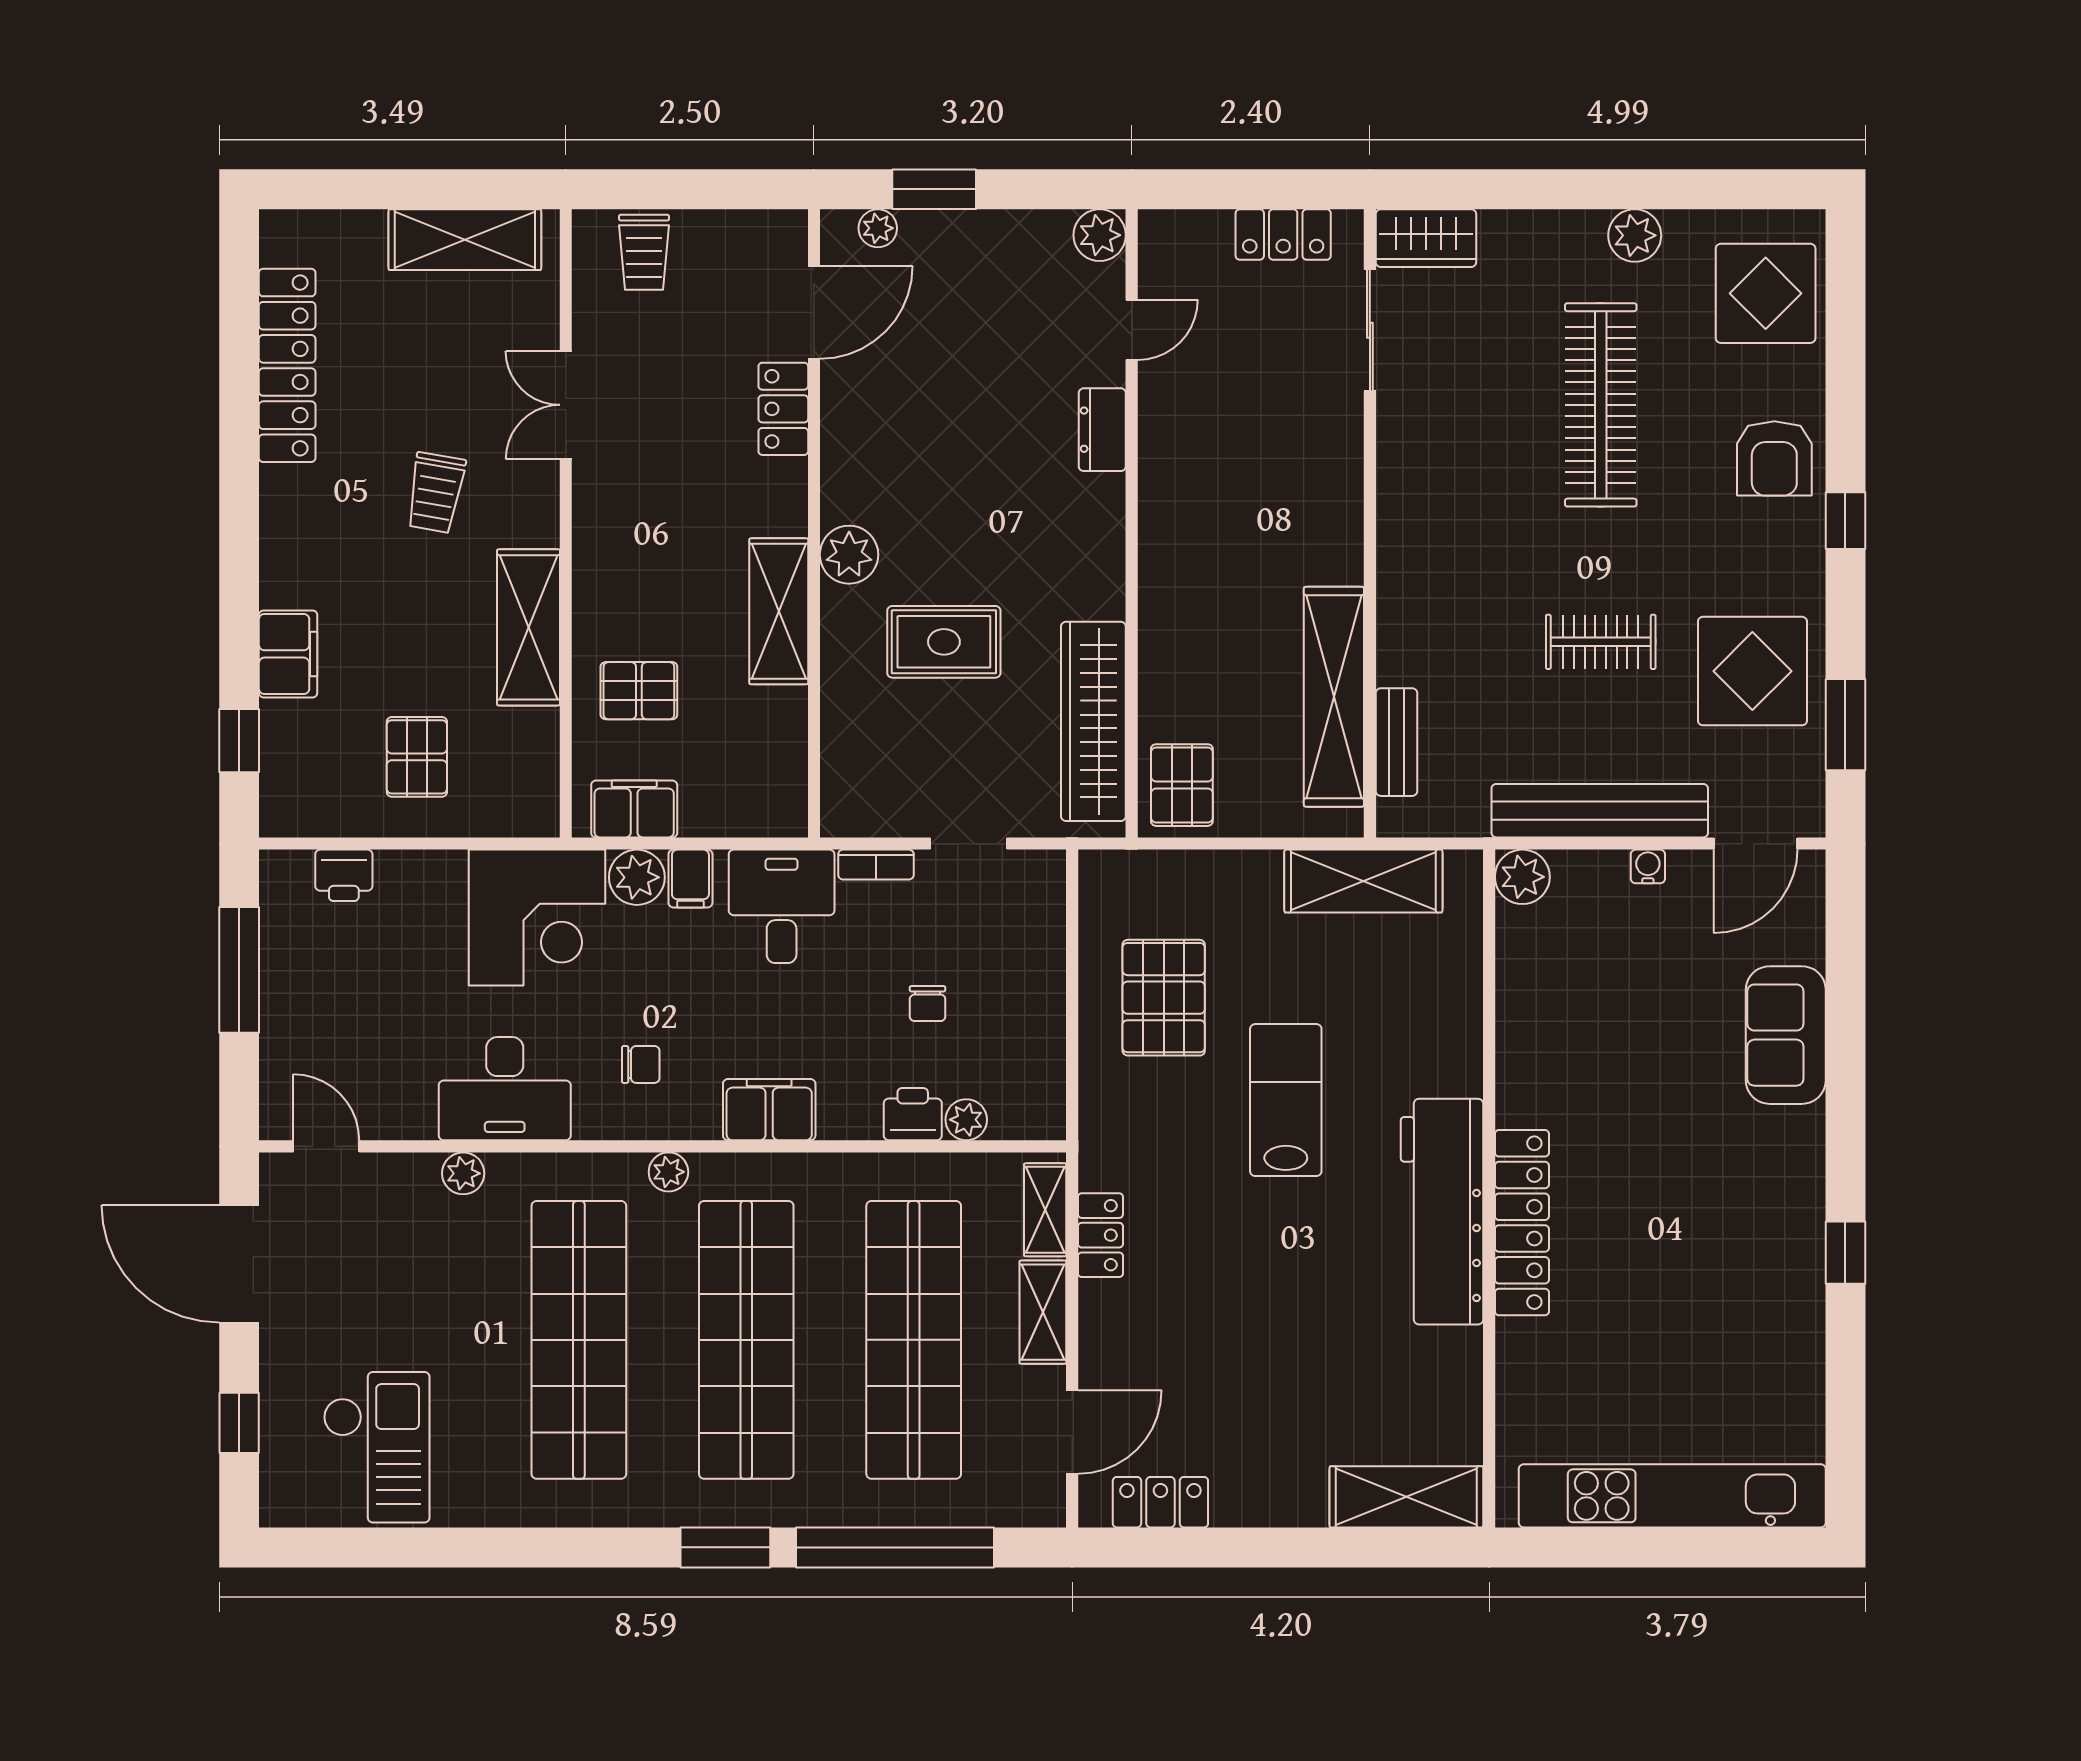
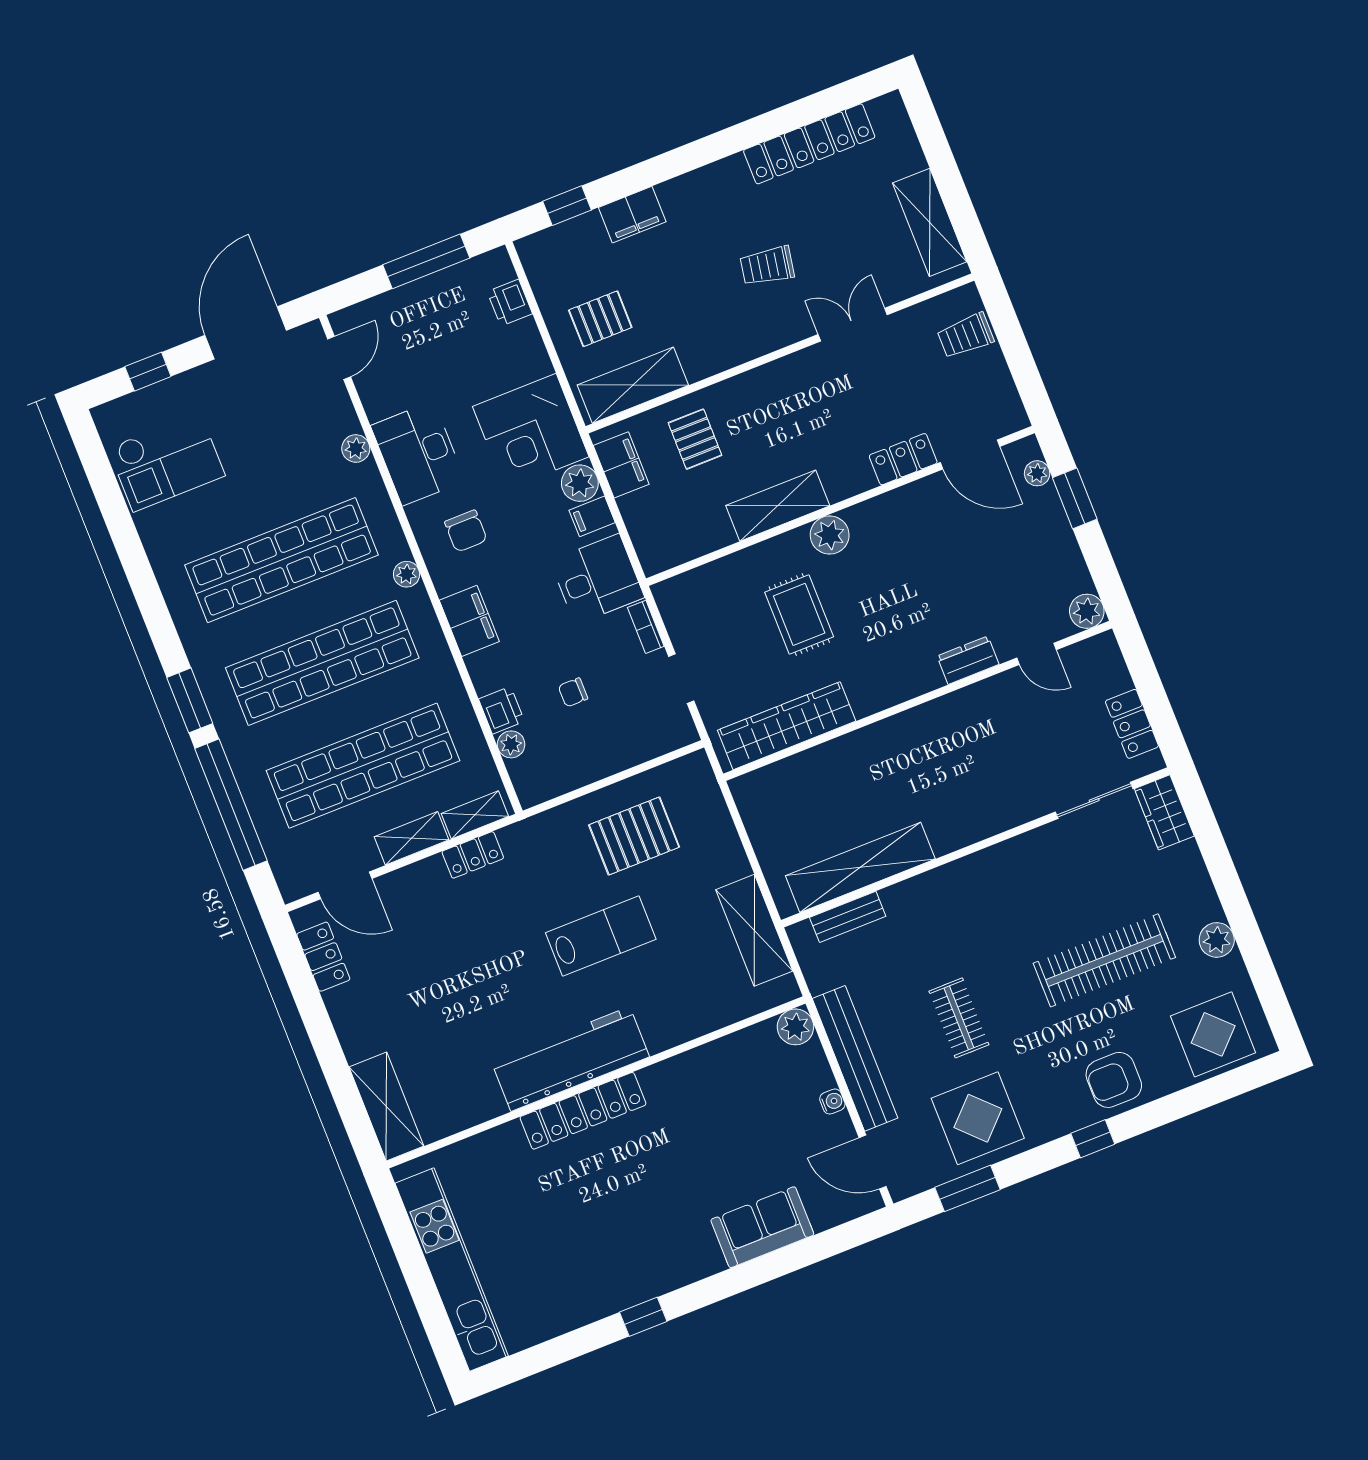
shelving: (528, 627) -> (633, 385), moved
pallet: (1182, 785) -> (769, 795), removed
chair: (641, 1064) -> (466, 531), width x1.37, depth x1.37

